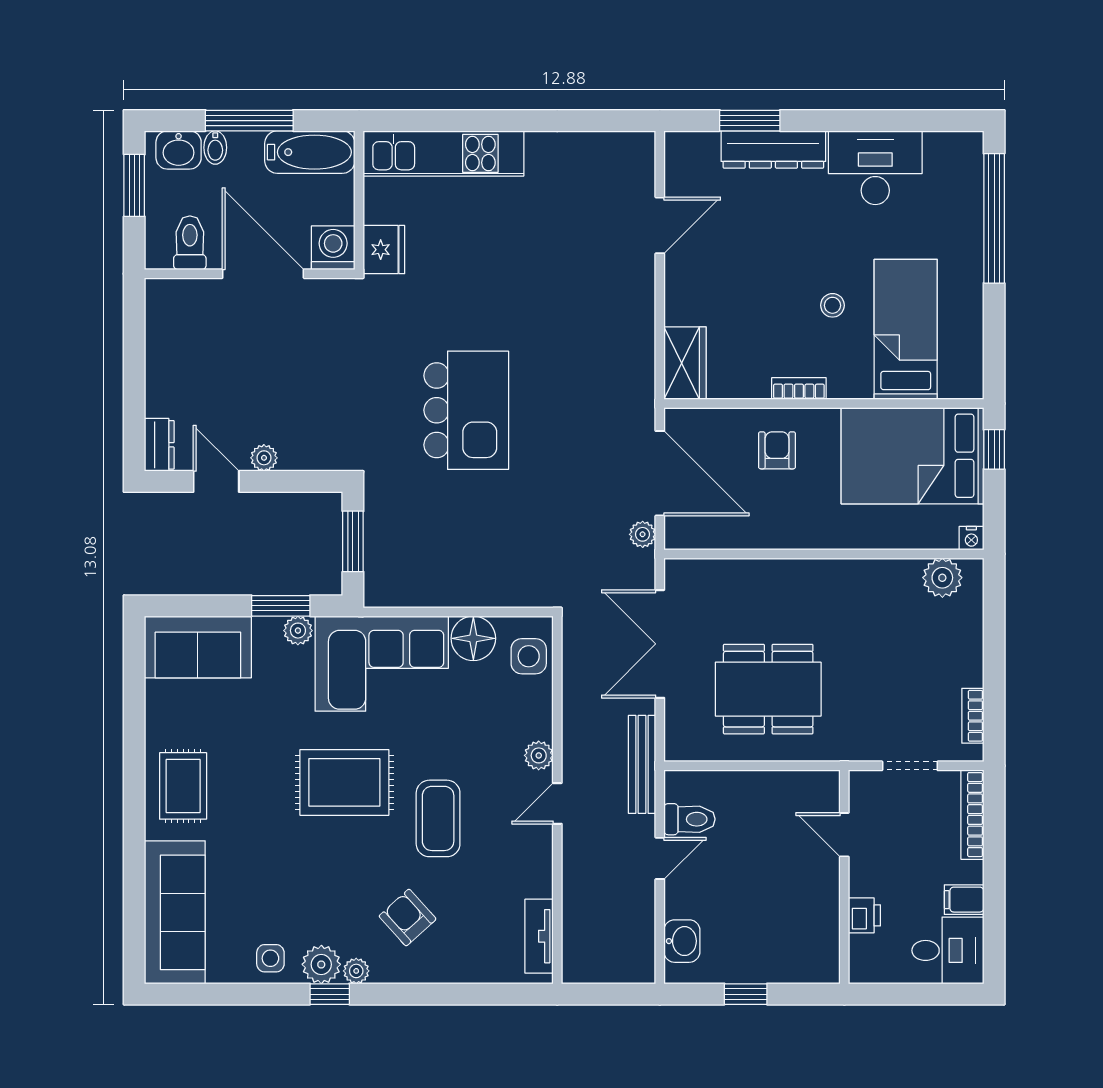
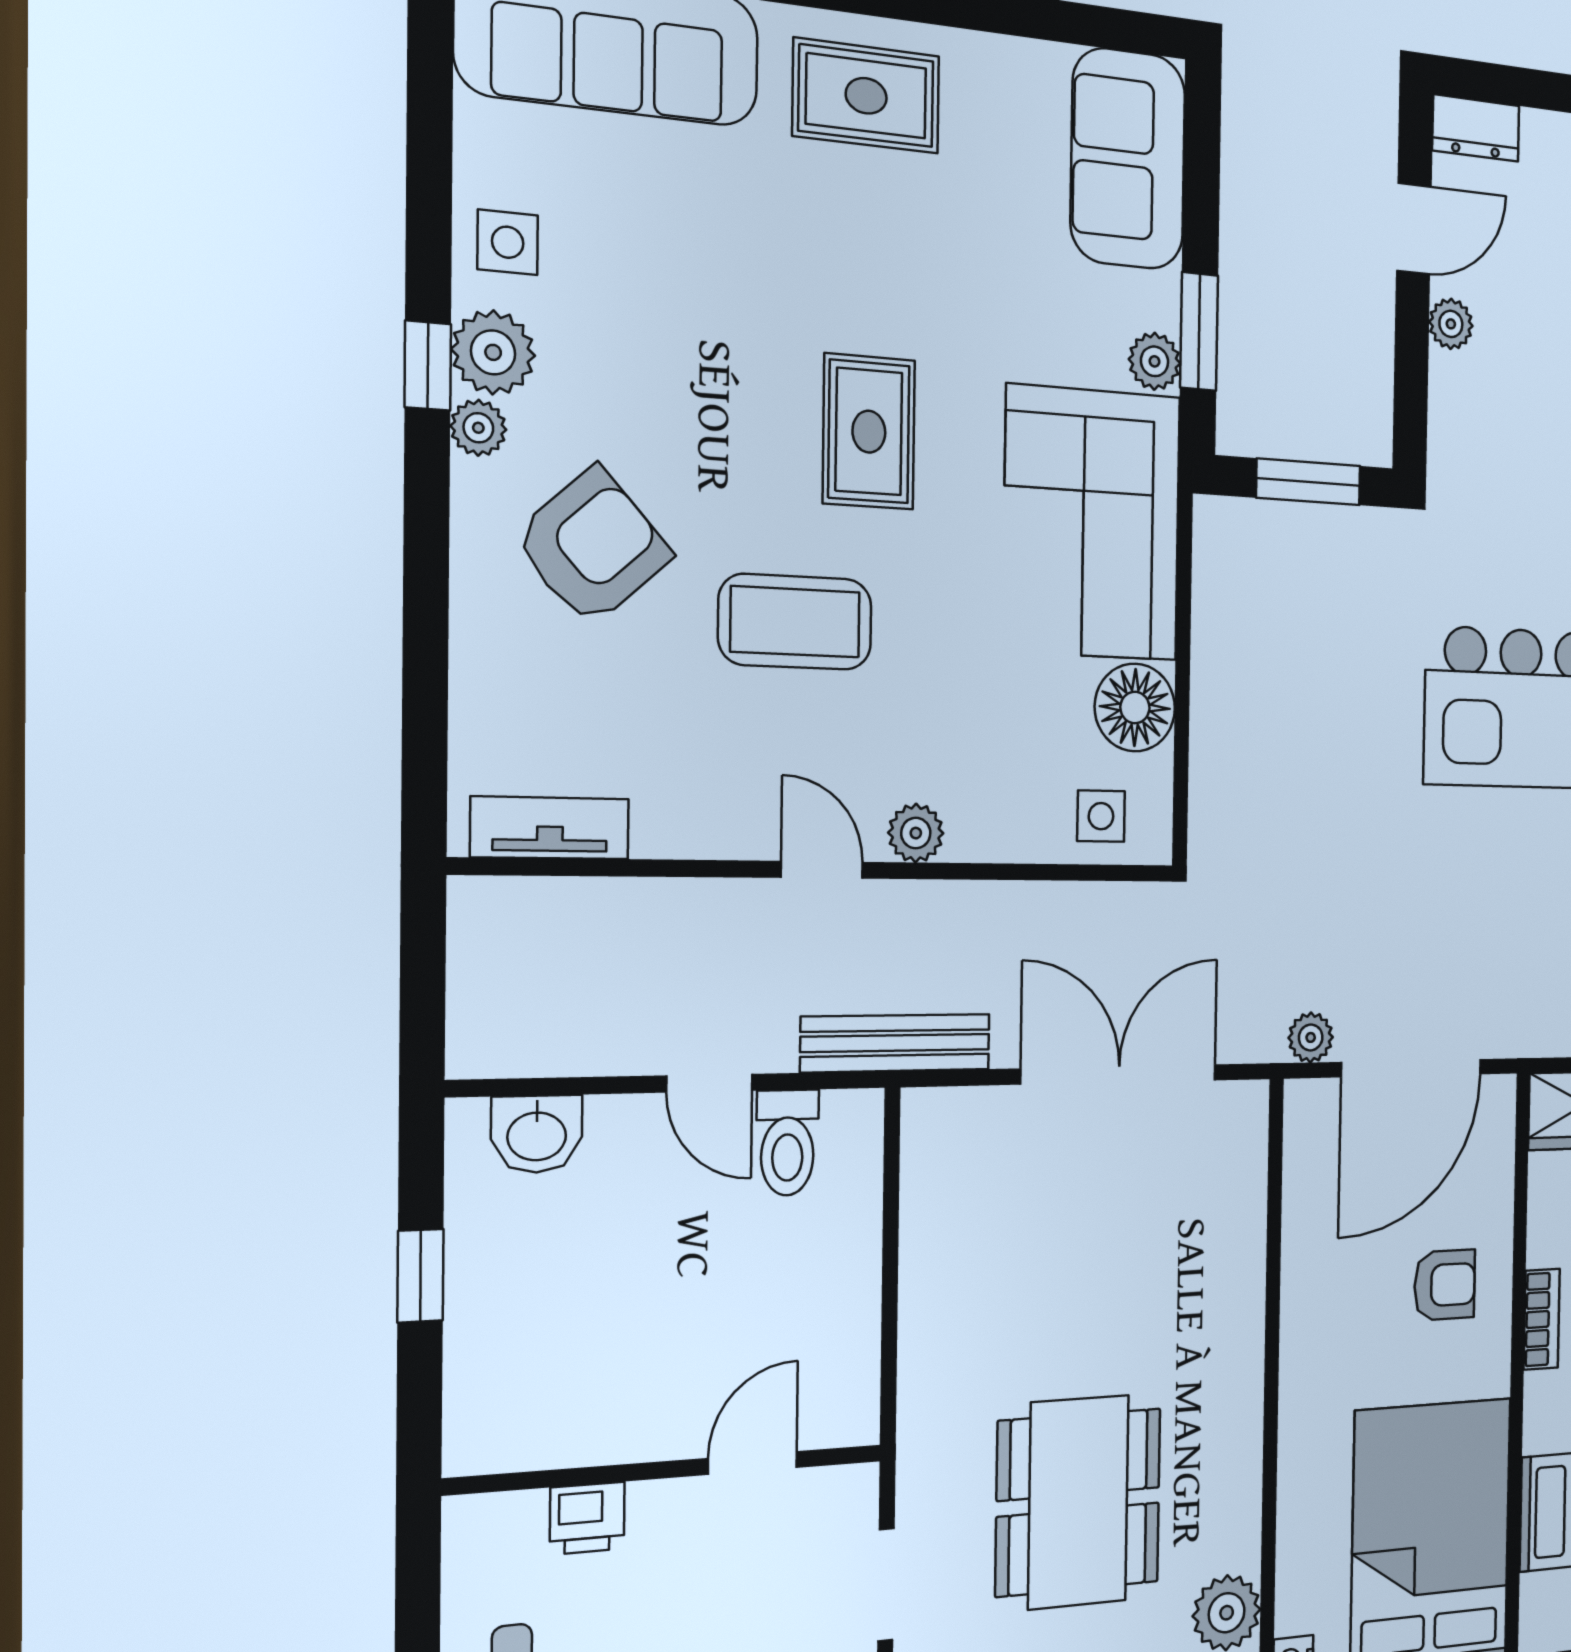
side table: (529, 656) -> (1101, 816), width x0.73, depth x0.73
dining table: (768, 689) -> (1078, 1502), moved
rug: (344, 782) -> (869, 432), width x0.73, depth x0.70
armchair: (408, 918) -> (592, 547), width x1.38, depth x1.38

